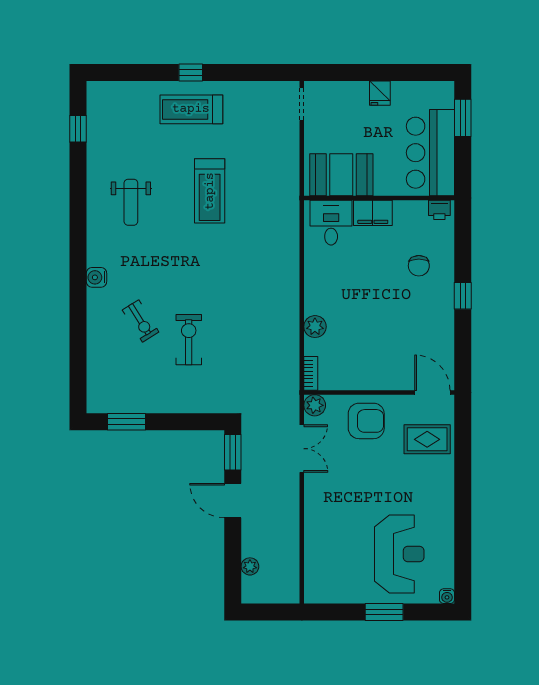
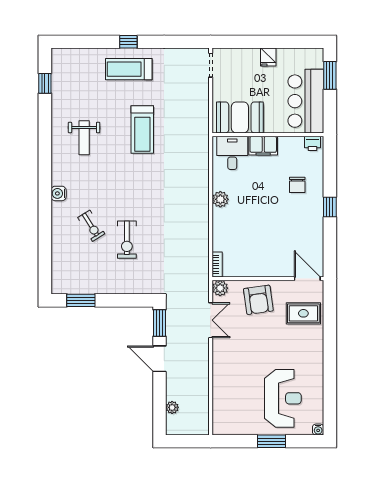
plant: (315, 327) -> (220, 199), moved
exercise bike: (189, 340) -> (127, 240), turned 180
armchair: (366, 421) -> (258, 300), turned 82

